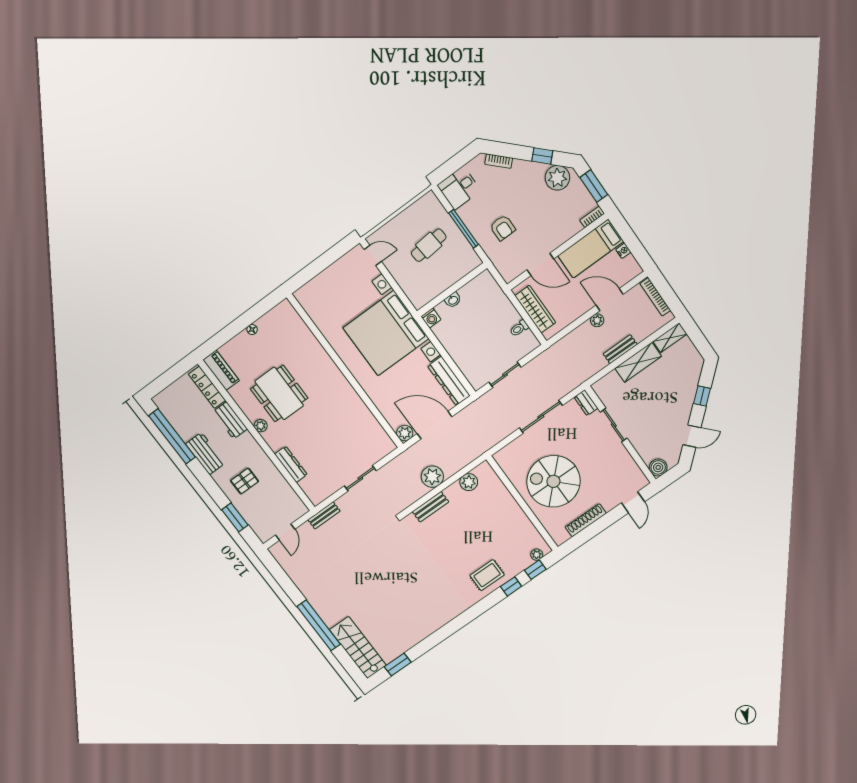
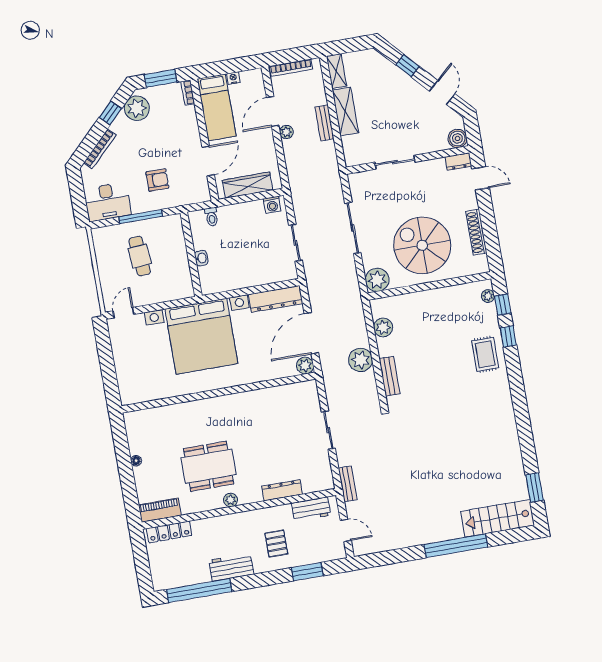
bookcase: (499, 161) -> (100, 149), width x1.56
desk: (459, 188) -> (107, 202), width x1.37
washing machine: (431, 318) -> (272, 205), moved, turned 90
toilet: (519, 328) -> (212, 217), moved
dresser: (586, 403) -> (458, 162), moved
workbench: (230, 420) -> (311, 509), moved
plant: (506, 458) -> (377, 280), added
spiral stairs: (553, 481) -> (422, 245), turned 90

